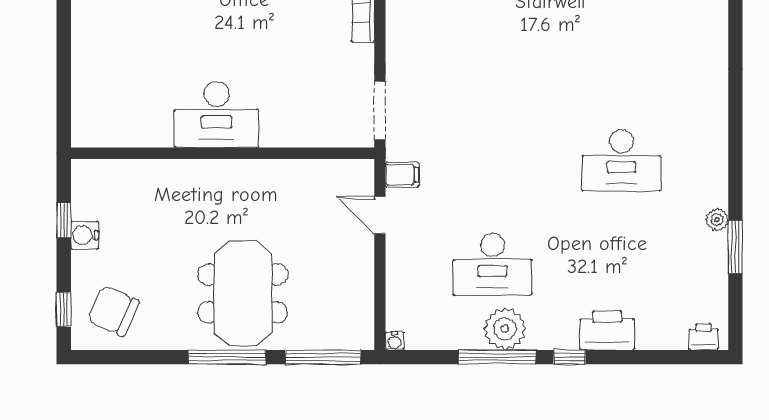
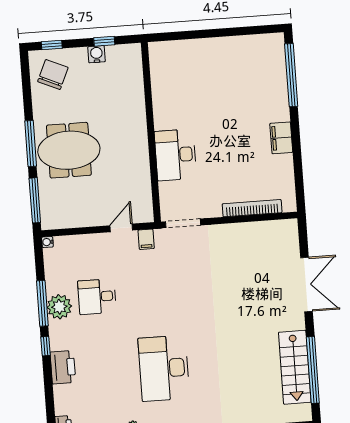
desk: (216, 115) -> (176, 155), moved
desk: (621, 160) -> (164, 368), width x1.36, depth x1.30
desk: (492, 264) -> (97, 297), width x0.73

